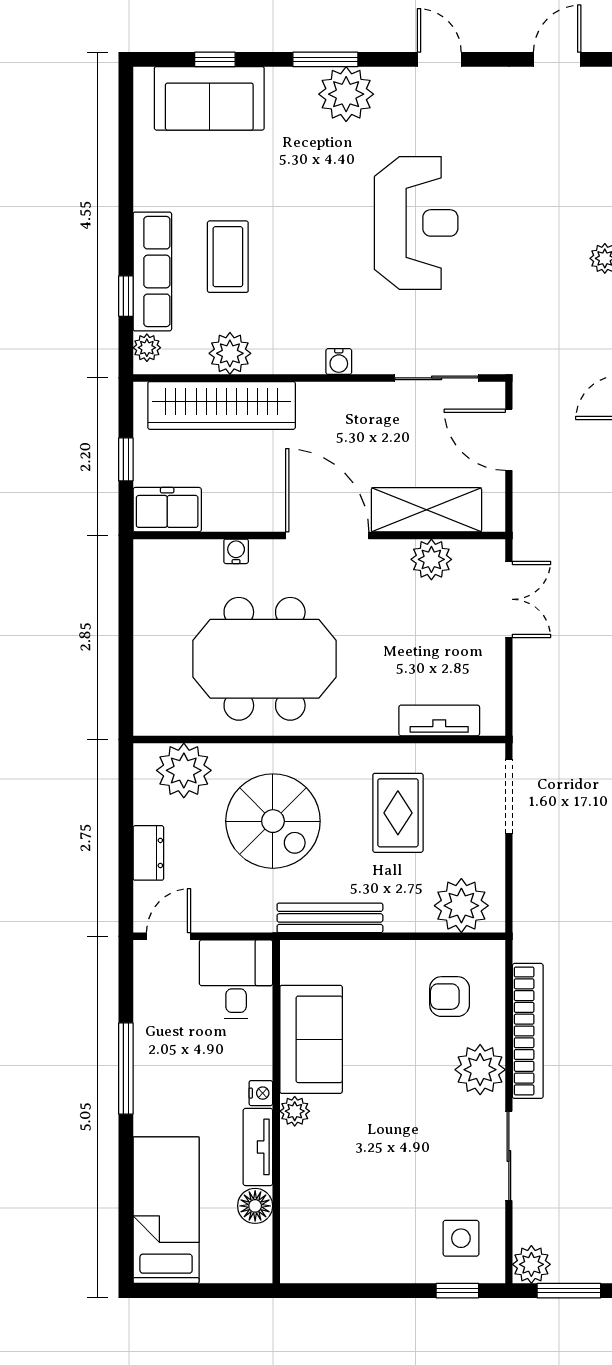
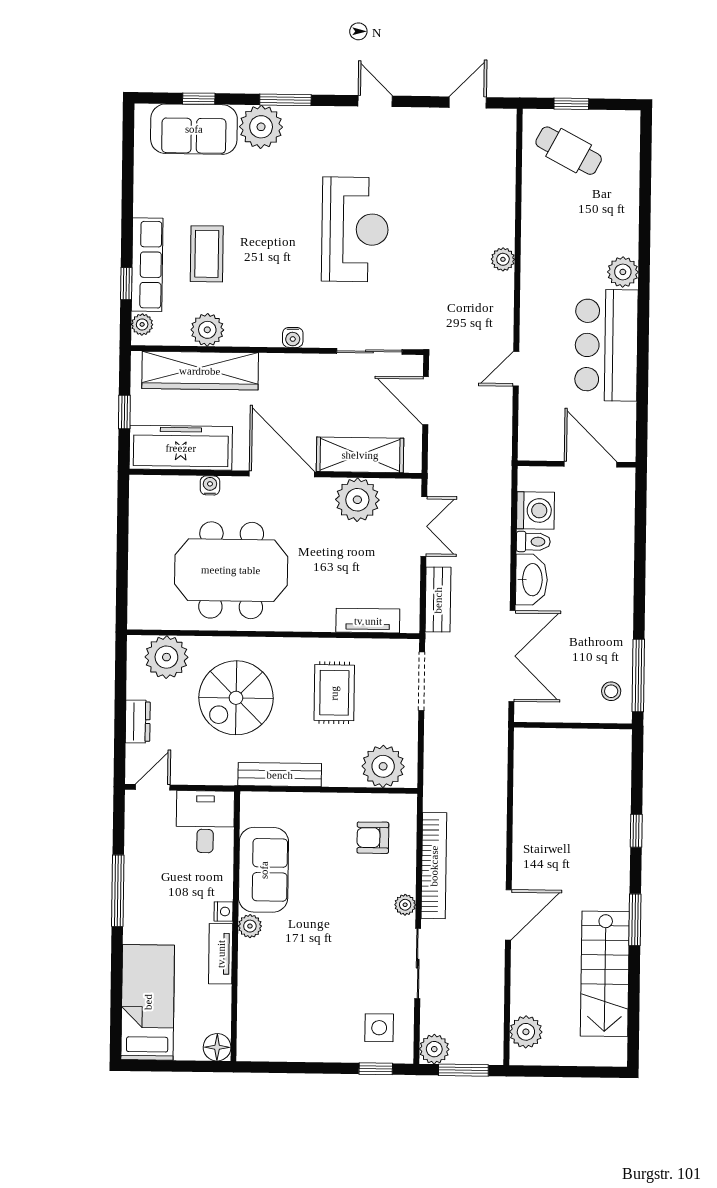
plant: (346, 94) -> (261, 127), moved
freezer: (167, 510) -> (181, 448), width x1.91, depth x1.26
plant: (431, 559) -> (357, 500), width x1.36, depth x1.36
bench: (528, 692) -> (438, 600), added
spiral stairs: (273, 821) -> (236, 698), turned 90
plant: (480, 1070) -> (405, 905), width x0.53, depth x0.53
floor lamp: (255, 1206) -> (217, 1047), moved

